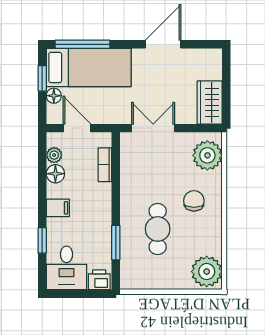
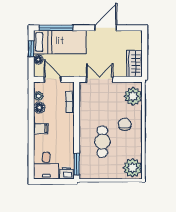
window: (42, 240) -> (31, 149), removed
window: (116, 243) -> (77, 164), moved

